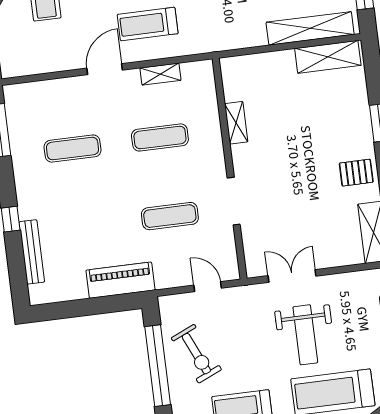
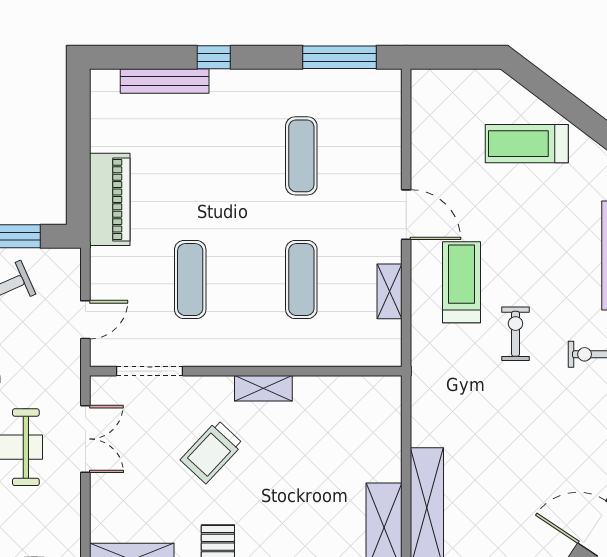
shelving: (236, 123) -> (263, 388), moved
trolley: (290, 185) -> (212, 452), added
doorway: (234, 201) -> (150, 371), moved

